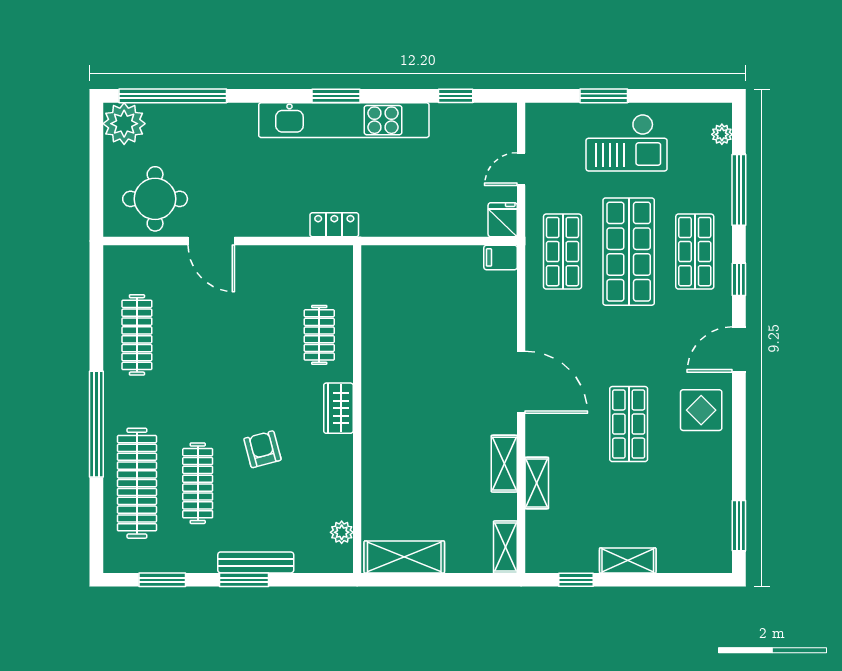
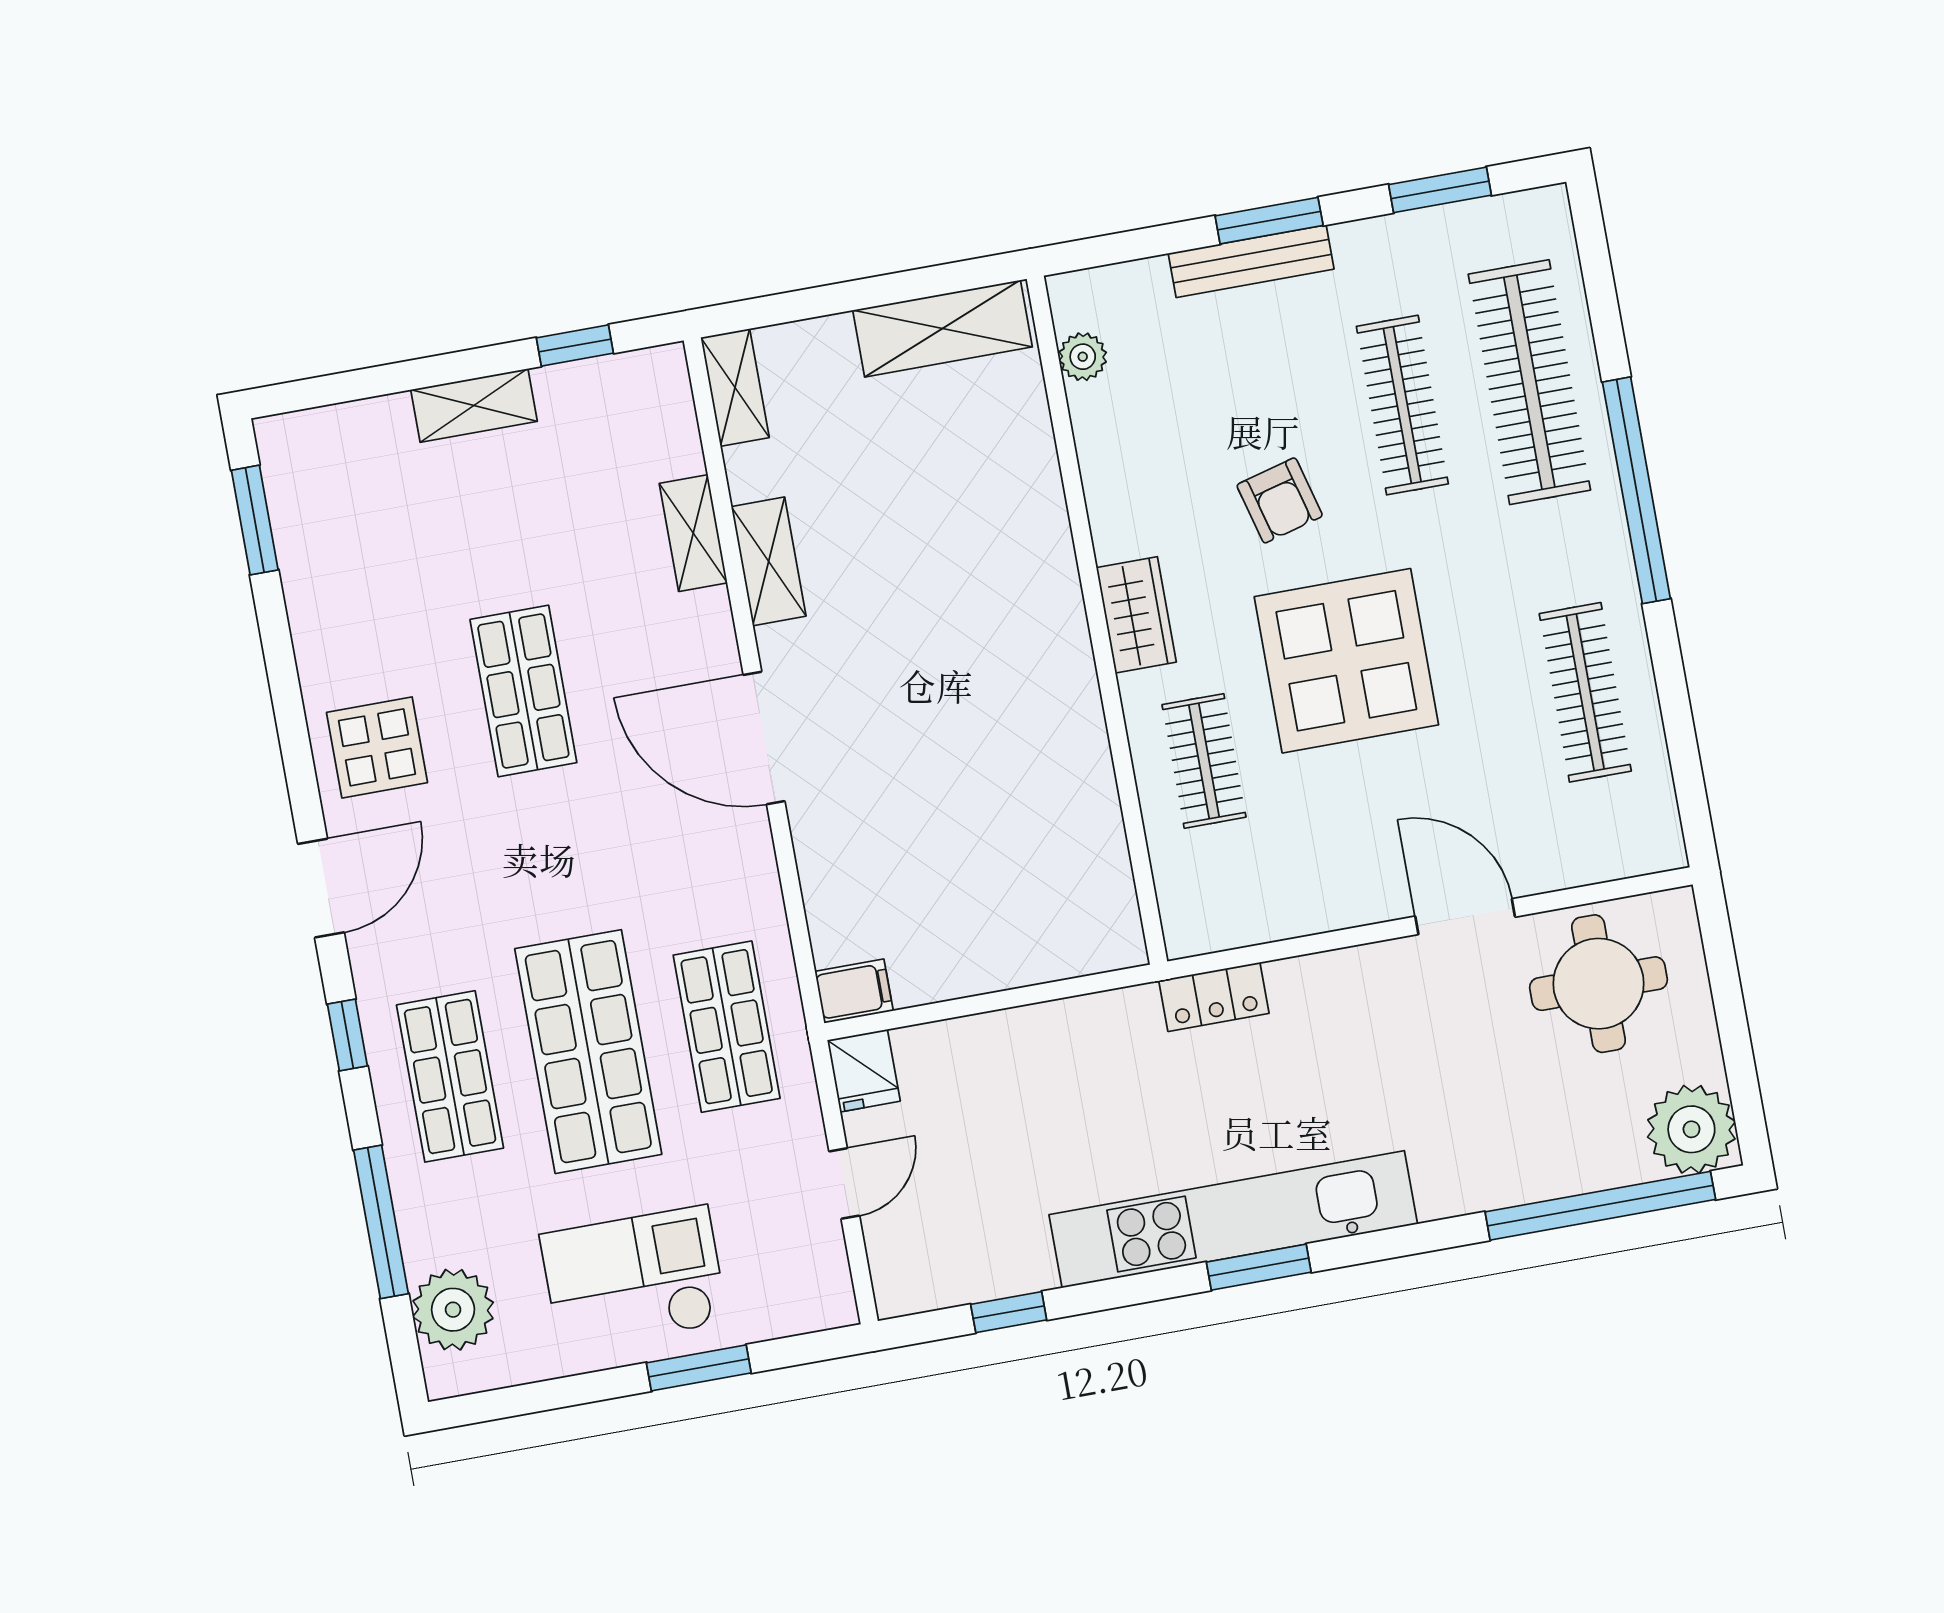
plant: (722, 134) -> (453, 1310), width x1.87, depth x1.87
display table: (245, 369) -> (1346, 661), added

